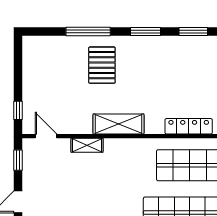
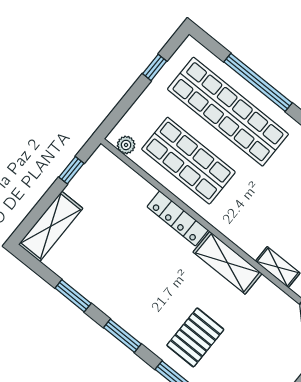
locker: (189, 126) -> (178, 218), moved

